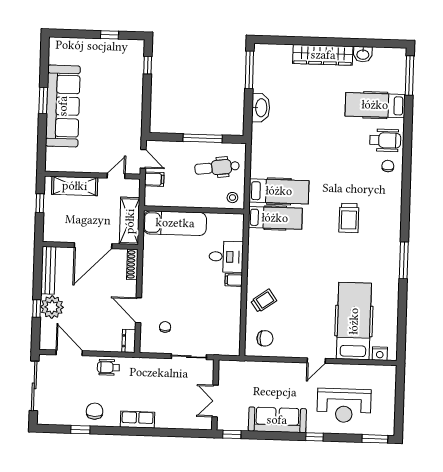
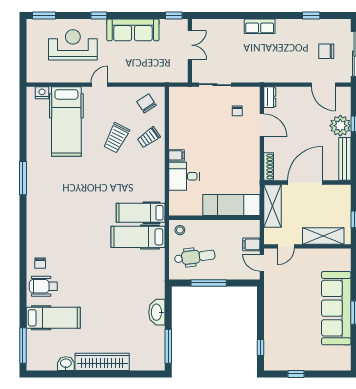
trolley: (349, 218) -> (116, 138), moved, turned -153
chair: (265, 338) -> (146, 103), turned 57
wheelchair: (108, 367) -> (287, 73), removed
chair: (95, 411) -> (326, 51), moved, turned 90

